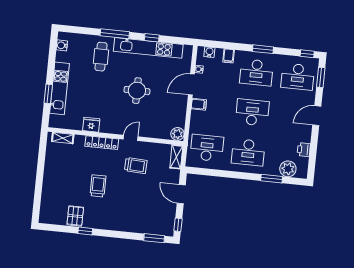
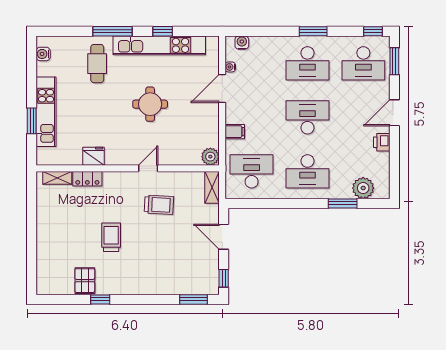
filing cabinet: (229, 56) -> (268, 45), removed
filing cabinet: (199, 104) -> (235, 132), moved
locker: (102, 143) -> (87, 179), moved, width x0.66
printer: (304, 150) -> (382, 142), moved

